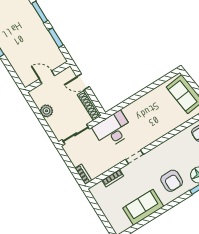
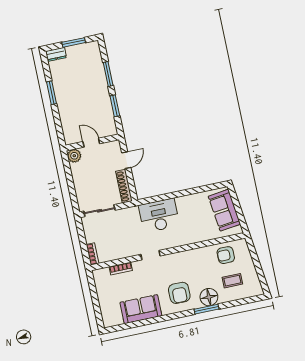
door: (83, 82) -> (126, 160), swing flipped
plant: (46, 111) -> (74, 156), moved
desk: (113, 130) -> (159, 215), moved

